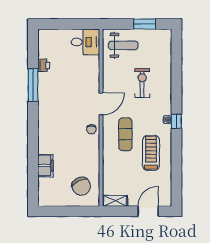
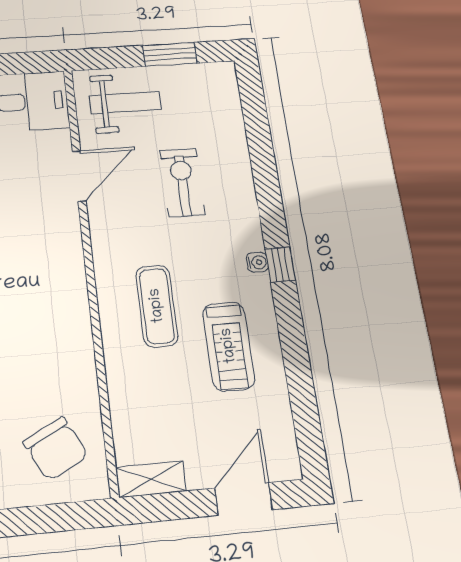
door: (101, 104) -> (79, 176), moved
chair: (91, 129) -> (68, 301), removed
treadmill: (151, 153) -> (229, 346), turned 180

